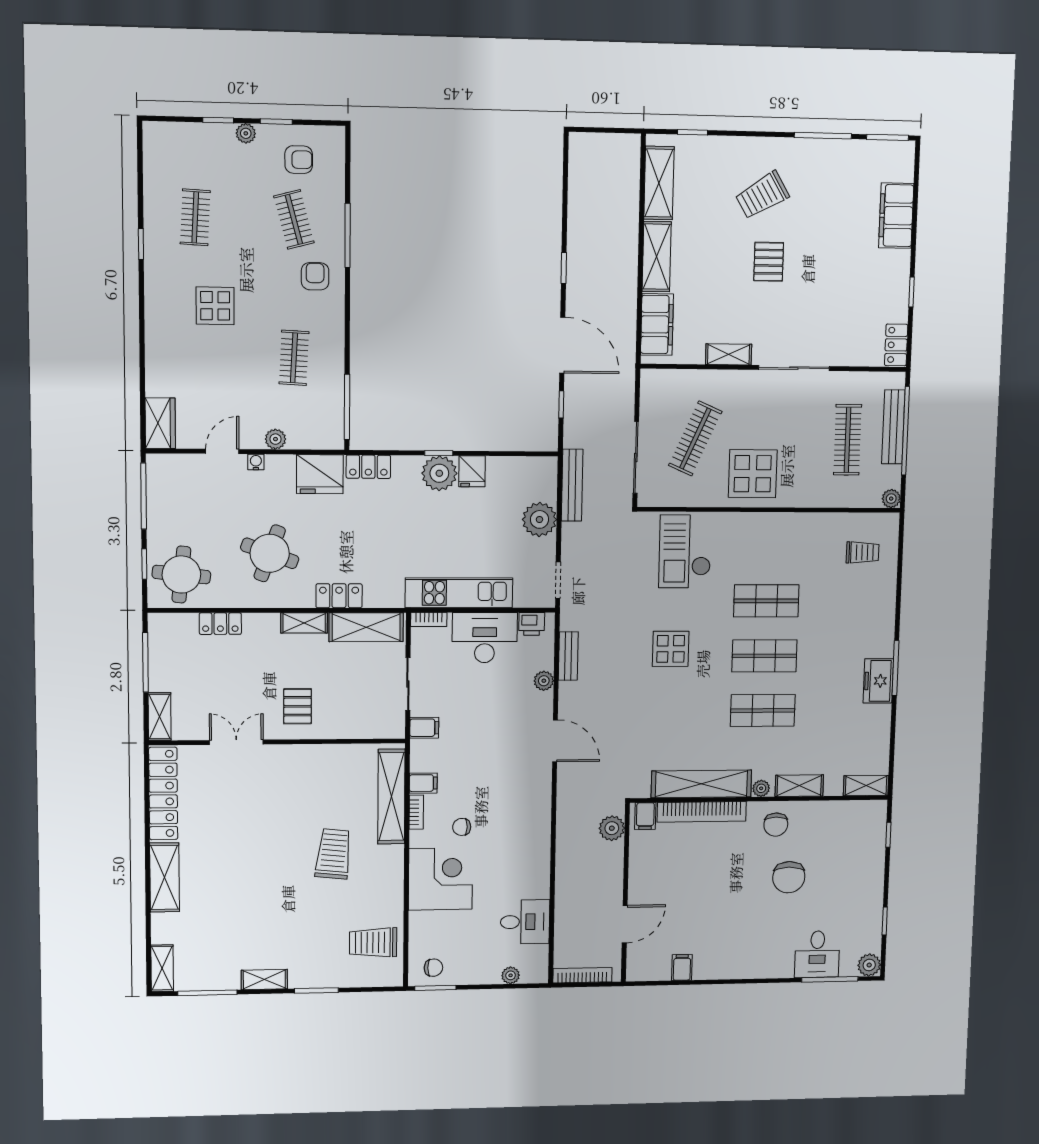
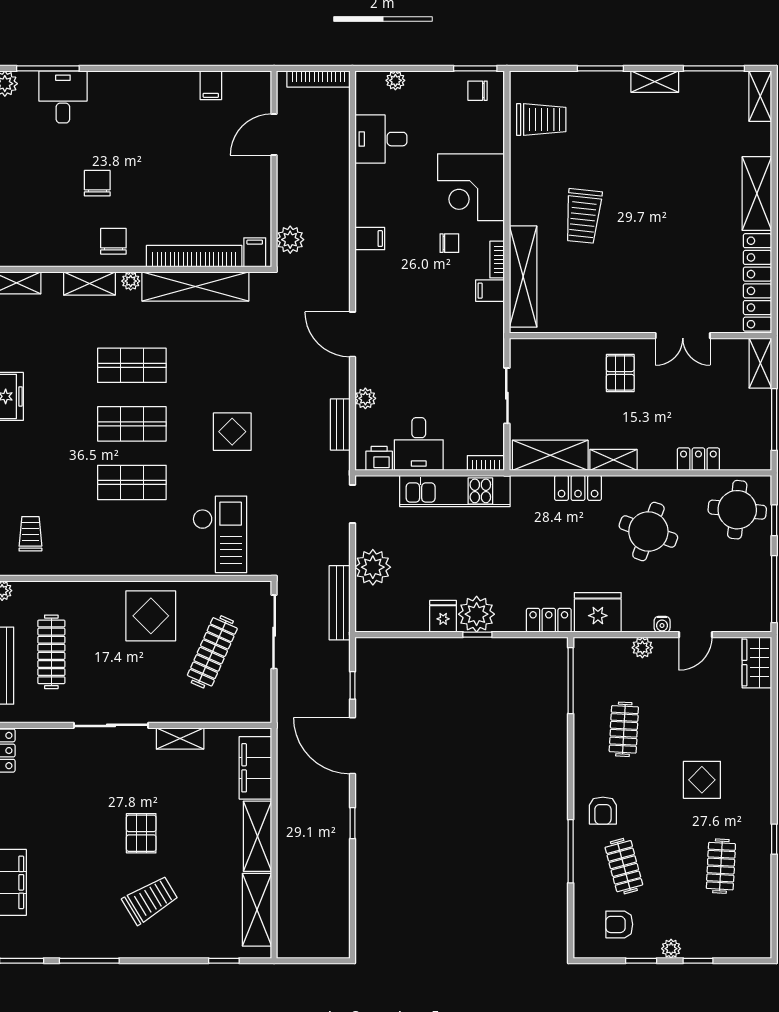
trolley: (863, 552) -> (30, 534), turned 90
desk: (485, 638) -> (419, 444), width x0.73
filing cabinet: (424, 728) -> (370, 239), moved, turned 180
chair: (789, 877) -> (97, 183), width x0.73, depth x0.73

